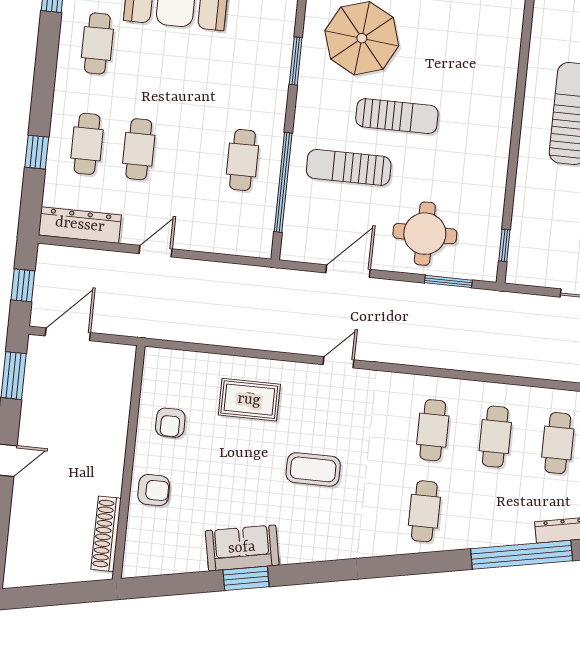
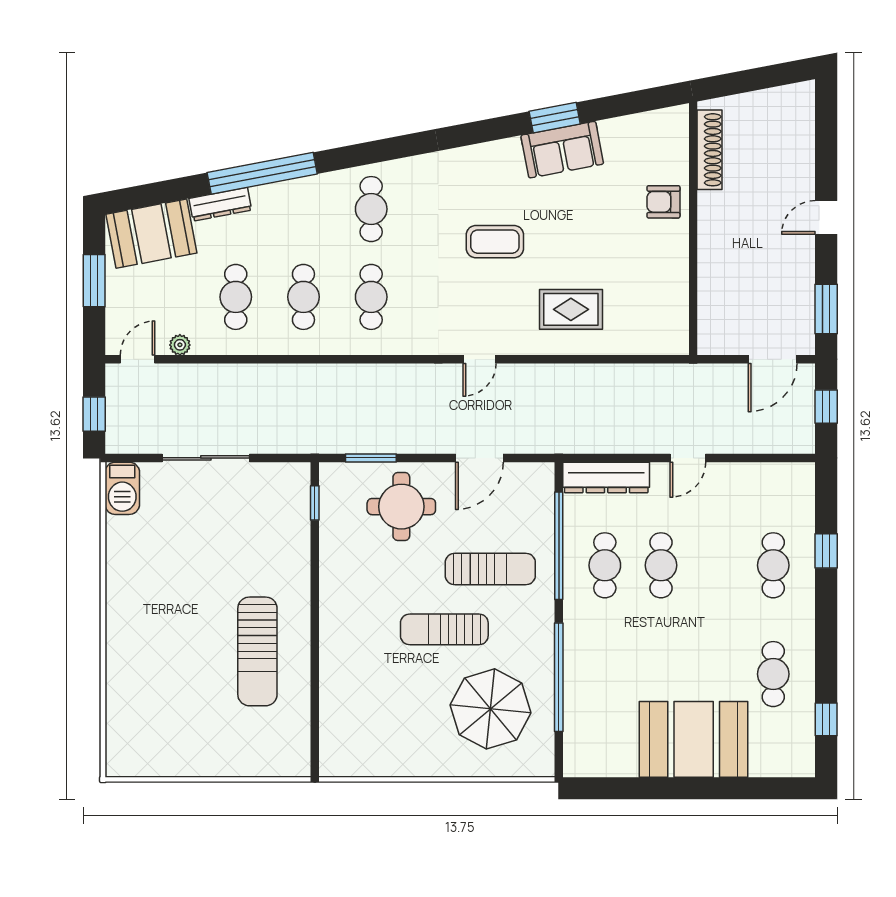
window: (296, 61) -> (559, 677), width x2.11
cafe table: (139, 149) -> (661, 565), moved
dresser: (80, 225) -> (606, 477), moved
armchair: (170, 423) -> (653, 276), removed

